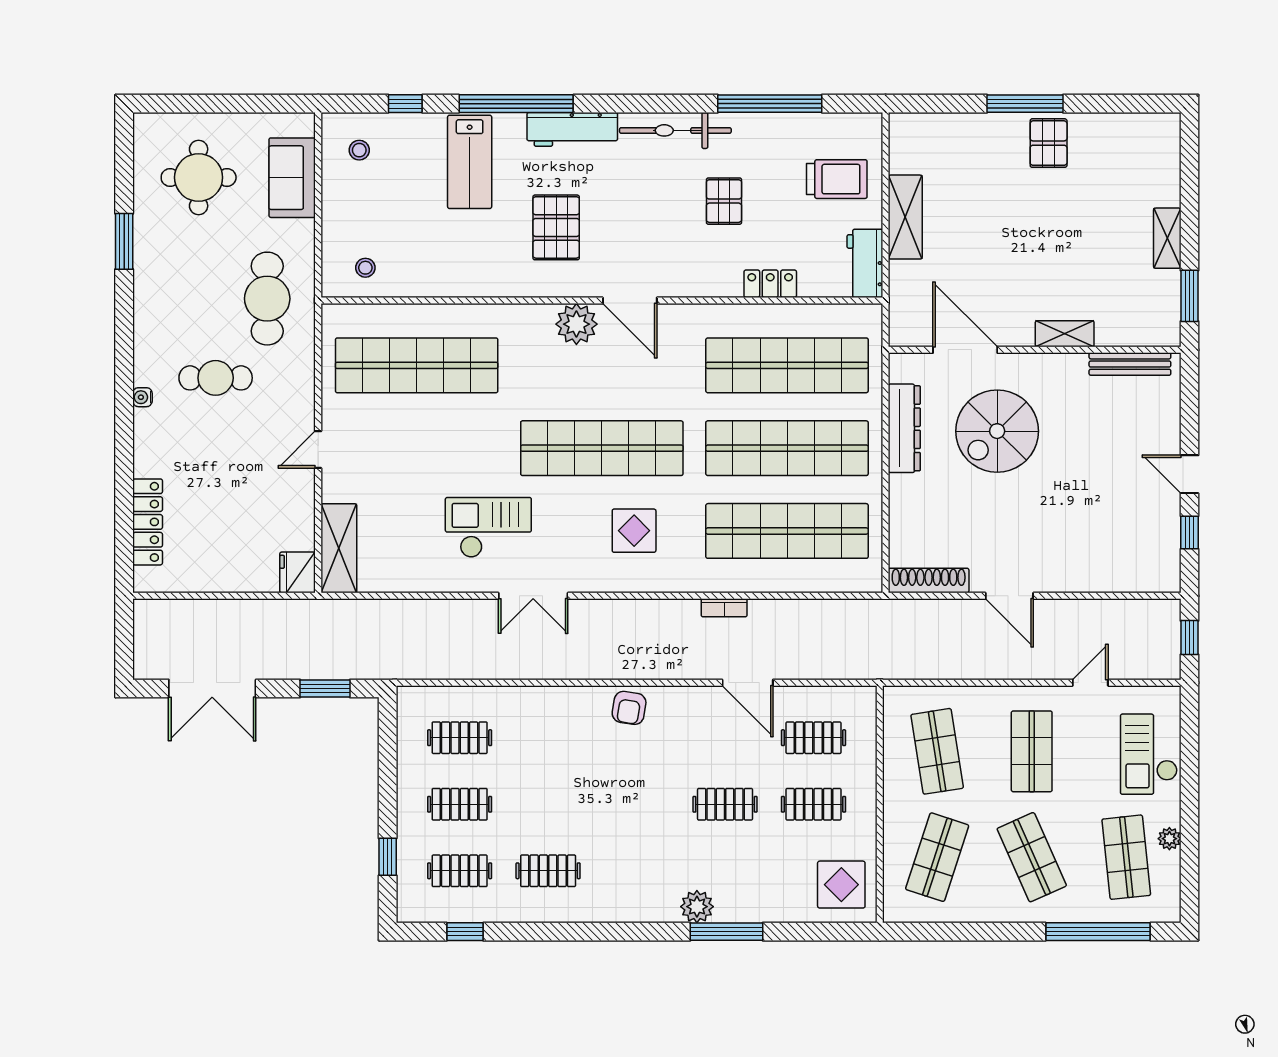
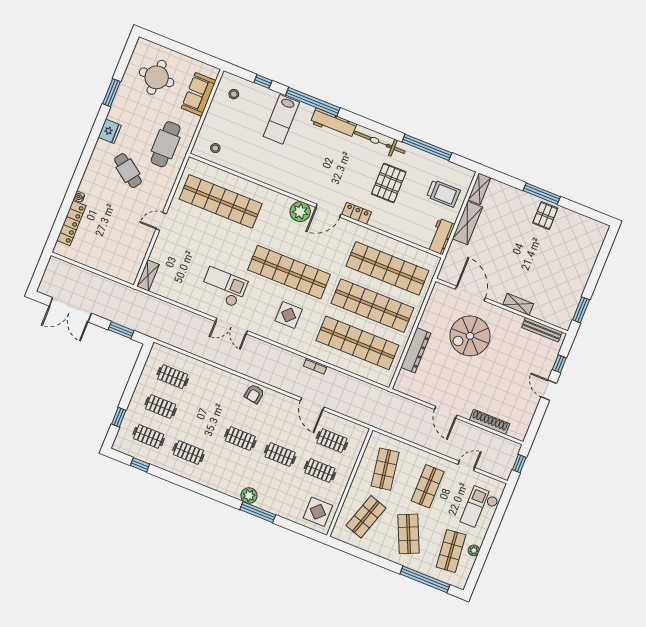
pallet: (724, 201) -> (389, 183), width x1.50, depth x1.42
pallet: (556, 227) -> (308, 164), removed
shelving: (1167, 238) -> (479, 189), moved
locker: (770, 284) -> (357, 213), moved
door: (630, 301) -> (328, 211), hinge flipped
cafe table: (216, 378) -> (128, 171), turned 36
water cooler: (142, 397) -> (79, 197), moved
dresser: (904, 428) -> (416, 350), moved
window: (1189, 533) -> (559, 364), moved
shelving: (339, 548) -> (148, 275), width x0.67, depth x0.75
fridge: (298, 572) -> (110, 131), moved, turned 180
shoe rack: (929, 581) -> (490, 422), moved
clothes rail: (637, 804) -> (240, 439), added

